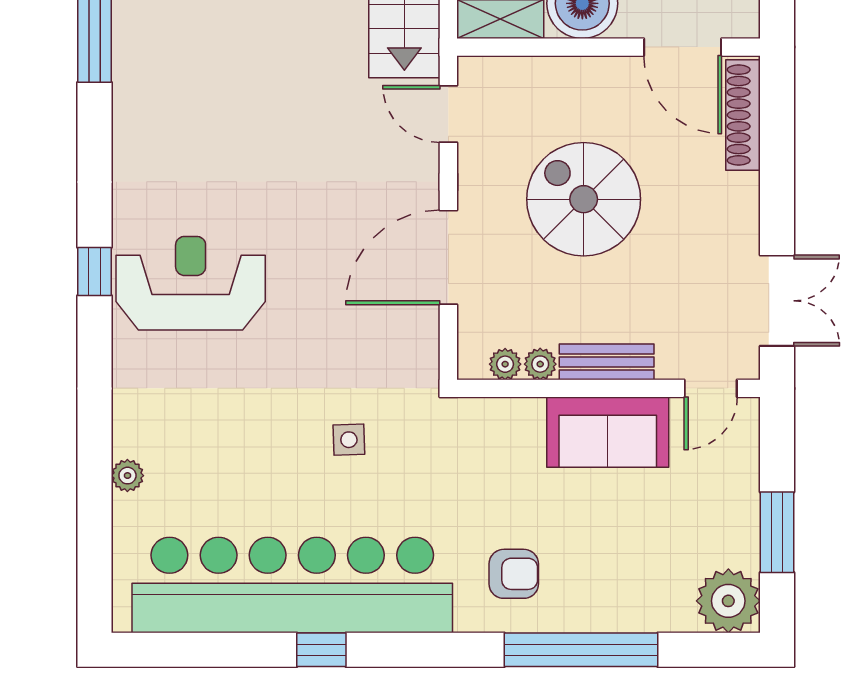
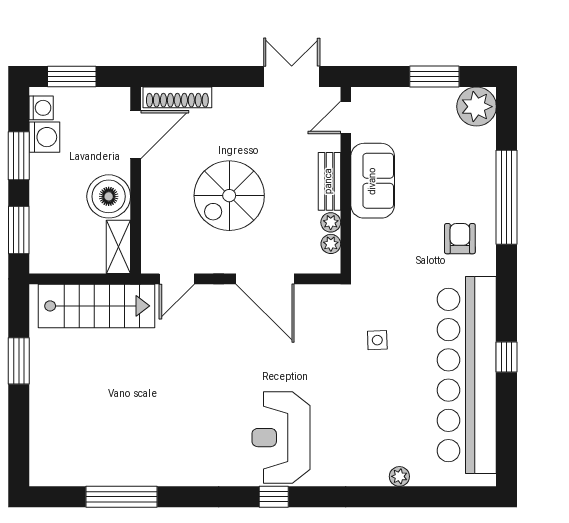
door: (711, 388) -> (346, 117), swing flipped

